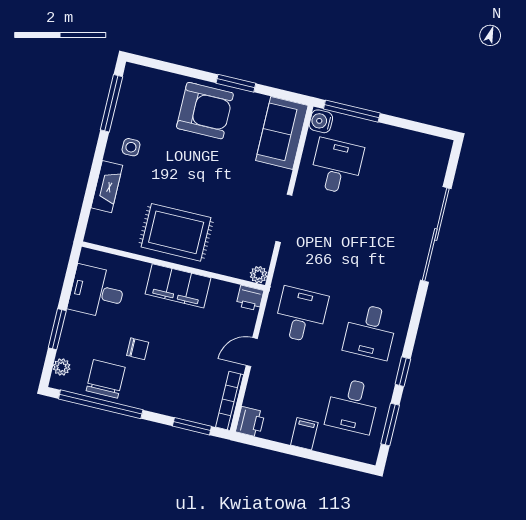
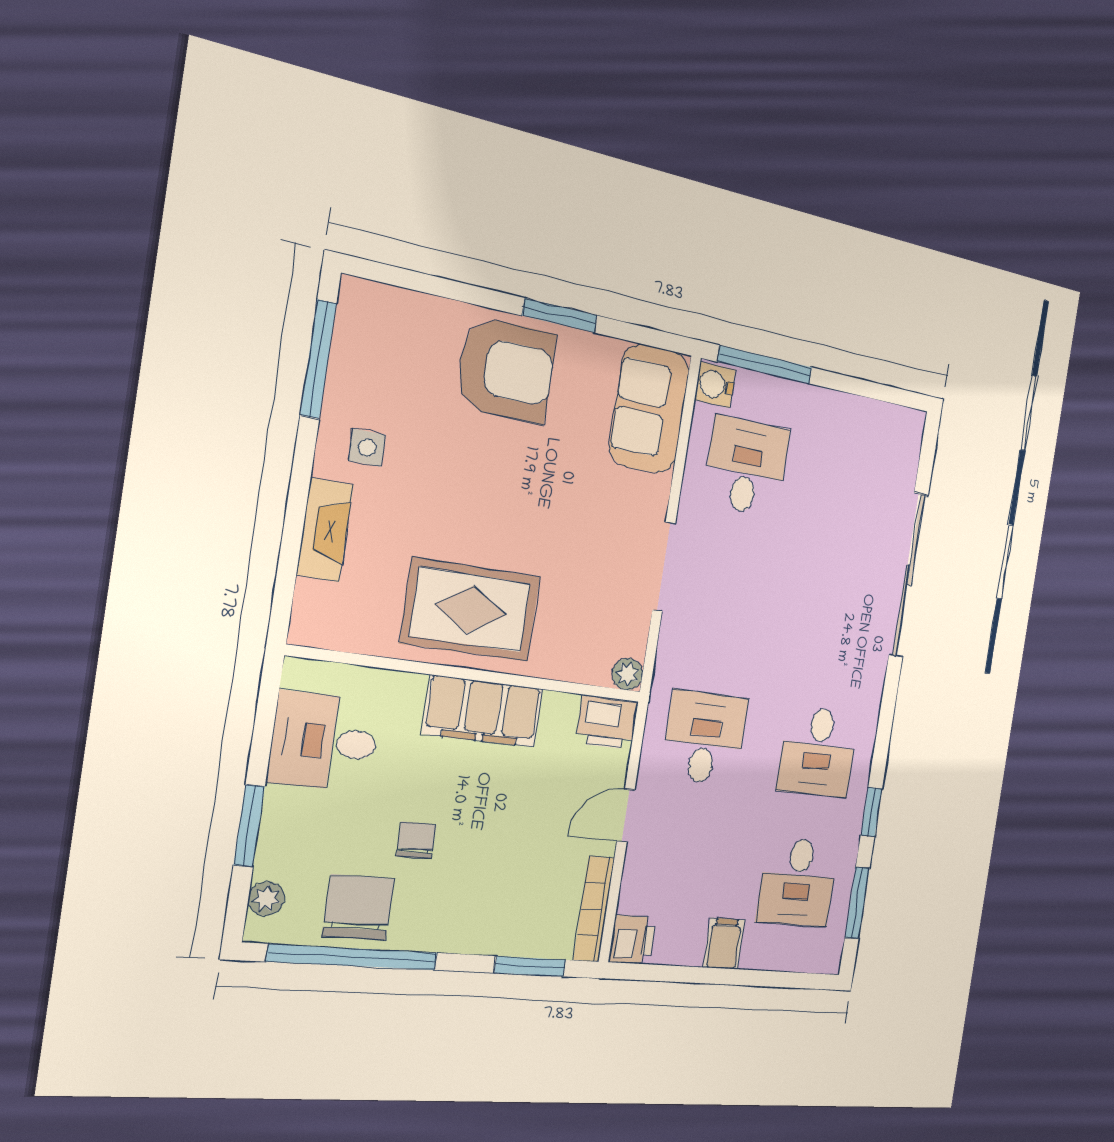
printer: (250, 298) -> (607, 722), width x1.36, depth x1.24
chair: (138, 349) -> (416, 840), turned -90

